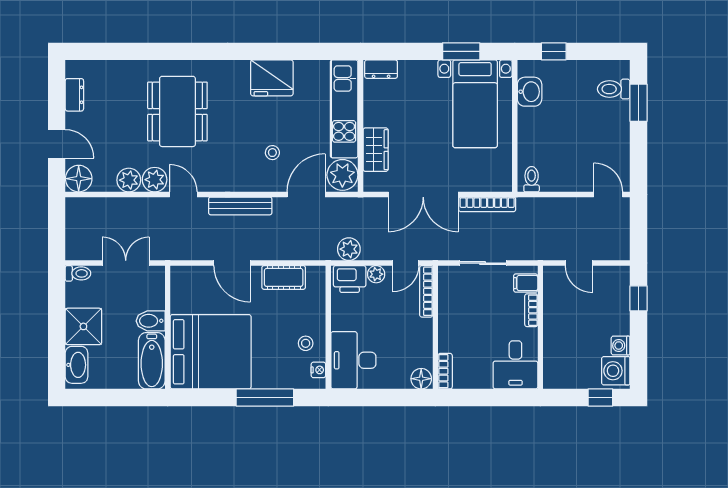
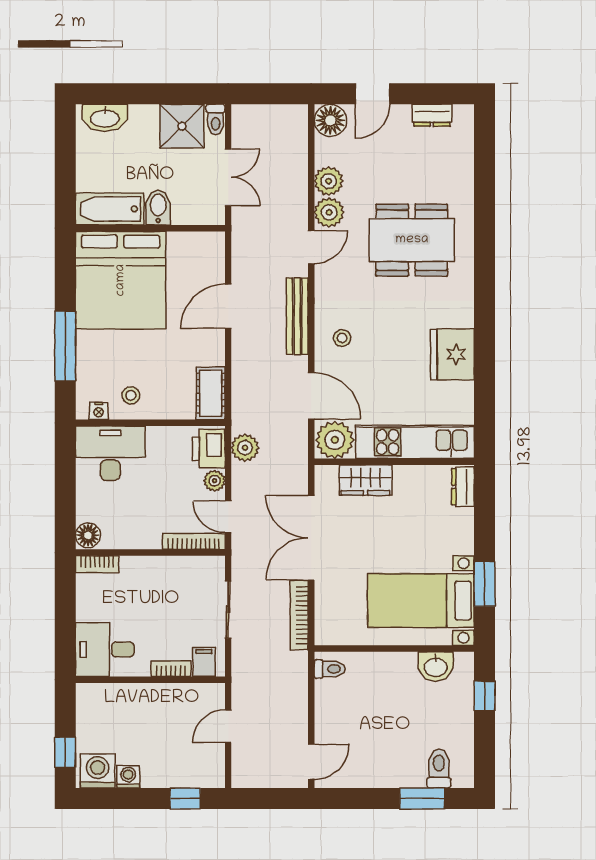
stool: (272, 153) -> (342, 338), moved
cot: (284, 277) -> (211, 393), moved
shower: (83, 326) -> (182, 126), moved

